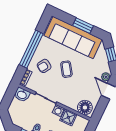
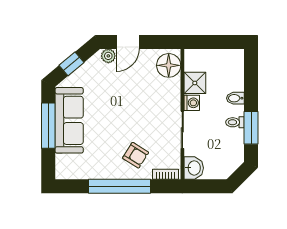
window: (83, 26) -> (48, 126), width x1.44
sofa: (73, 38) -> (69, 120), width x0.74, depth x0.79
coffee table: (66, 69) -> (125, 120), removed

